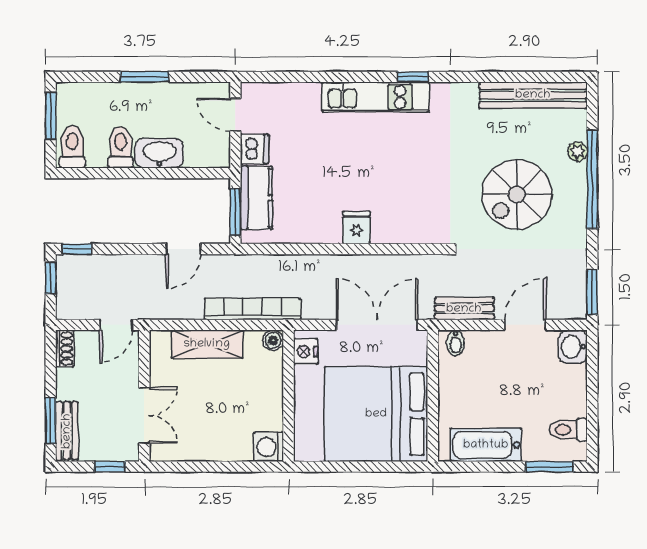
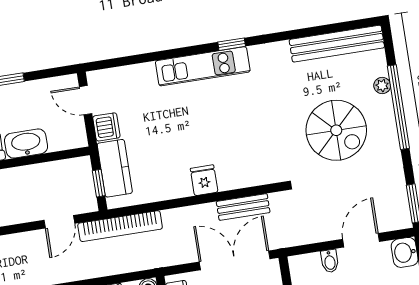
spiral stairs: (517, 194) -> (336, 130), turned -90
window: (235, 212) -> (99, 183), width x0.67
bookcase: (253, 309) -> (120, 226), moved, turned 180
bench: (464, 309) -> (243, 207), moved
bidet: (456, 343) -> (330, 261), moved

